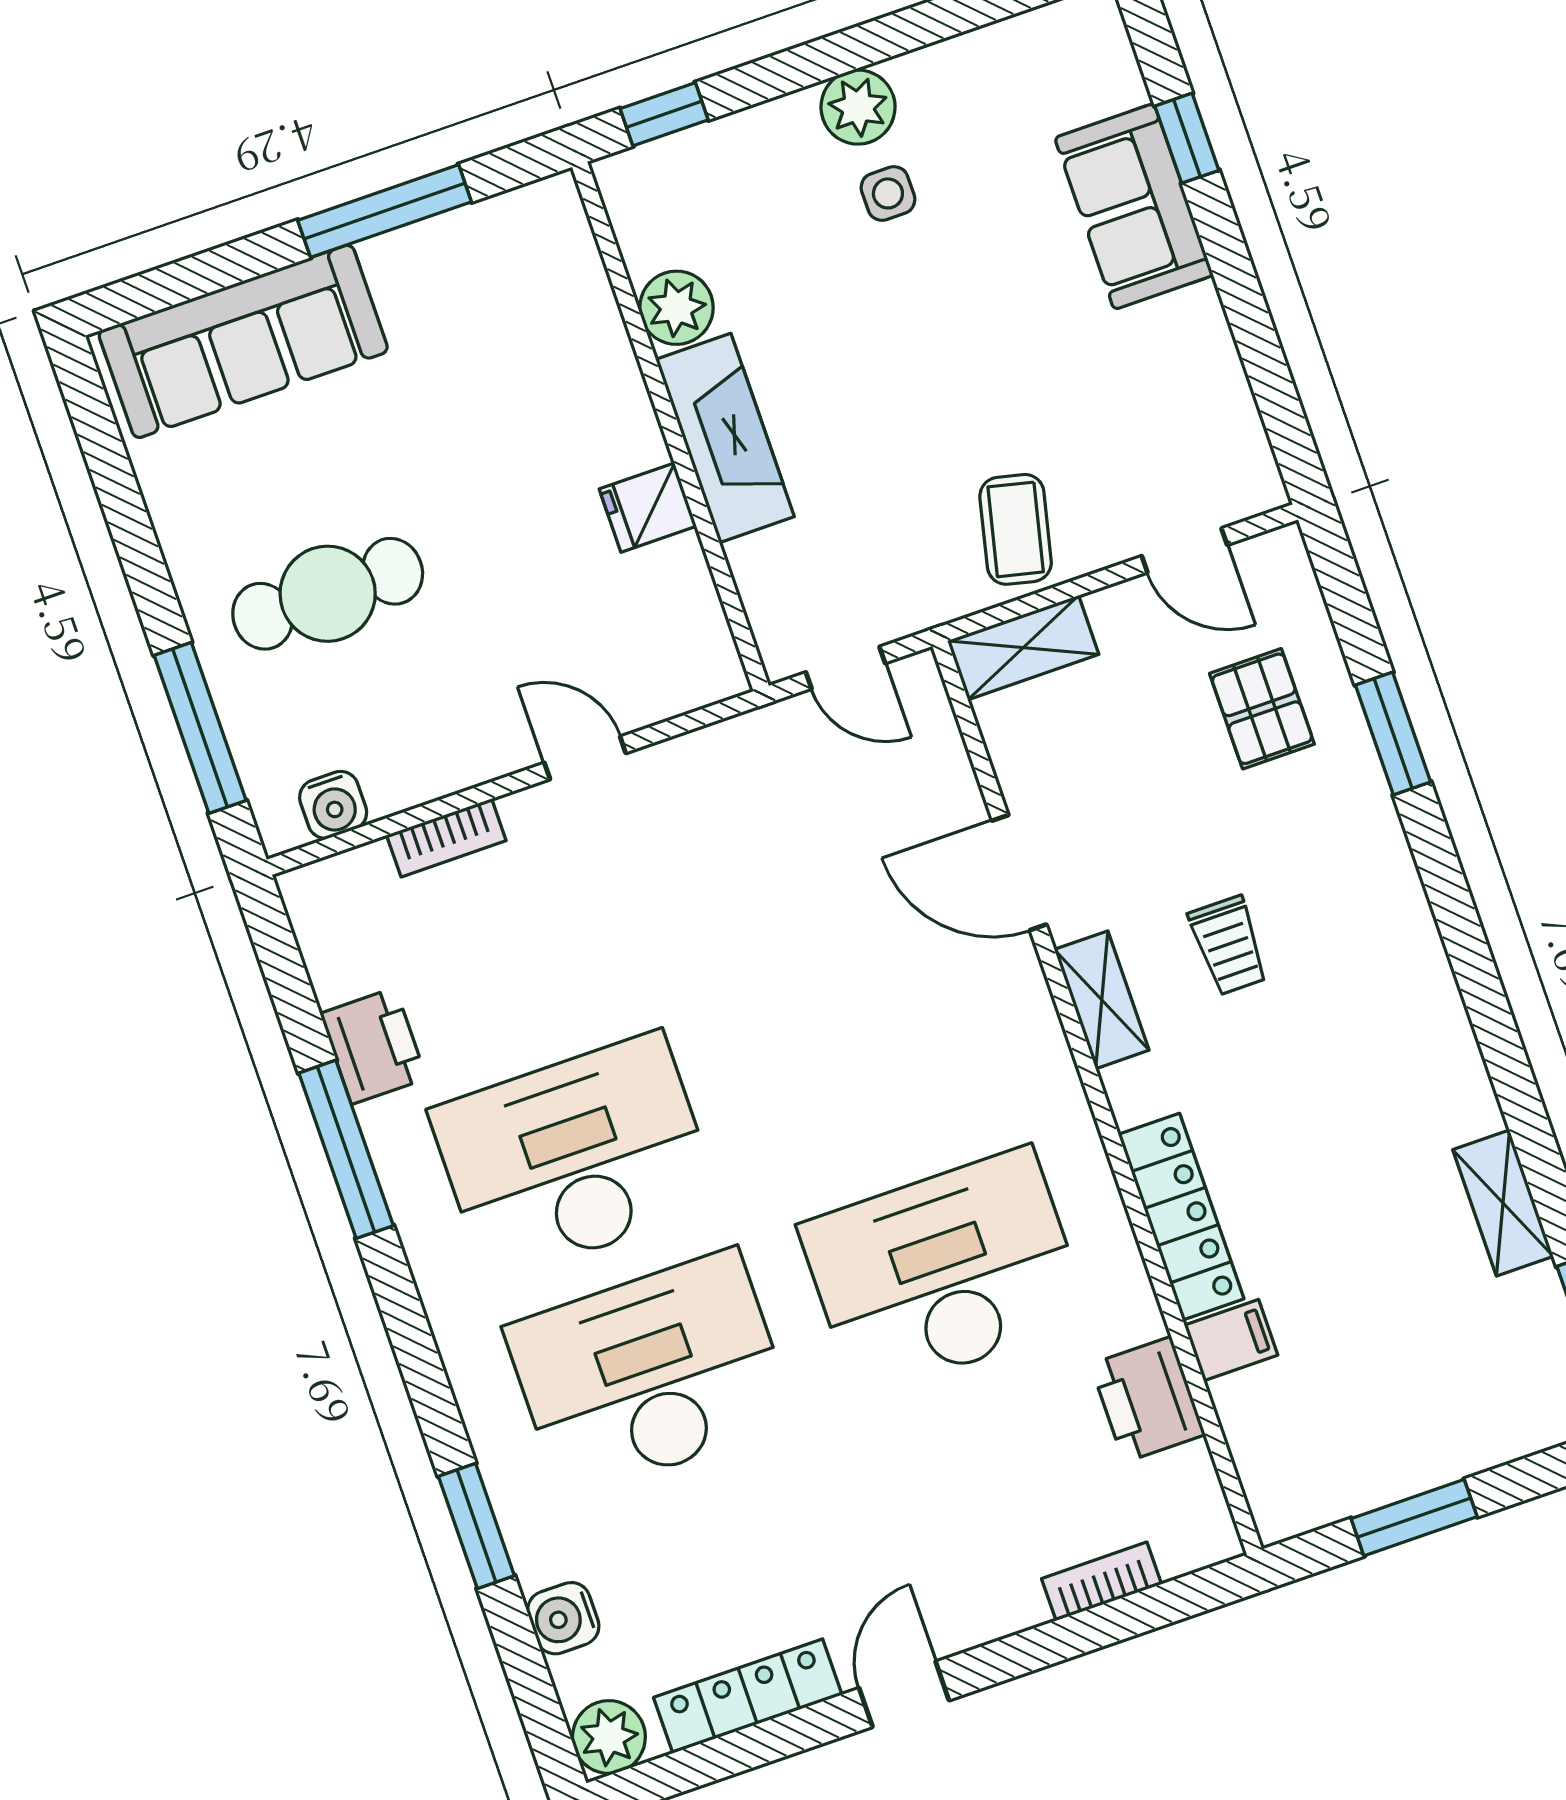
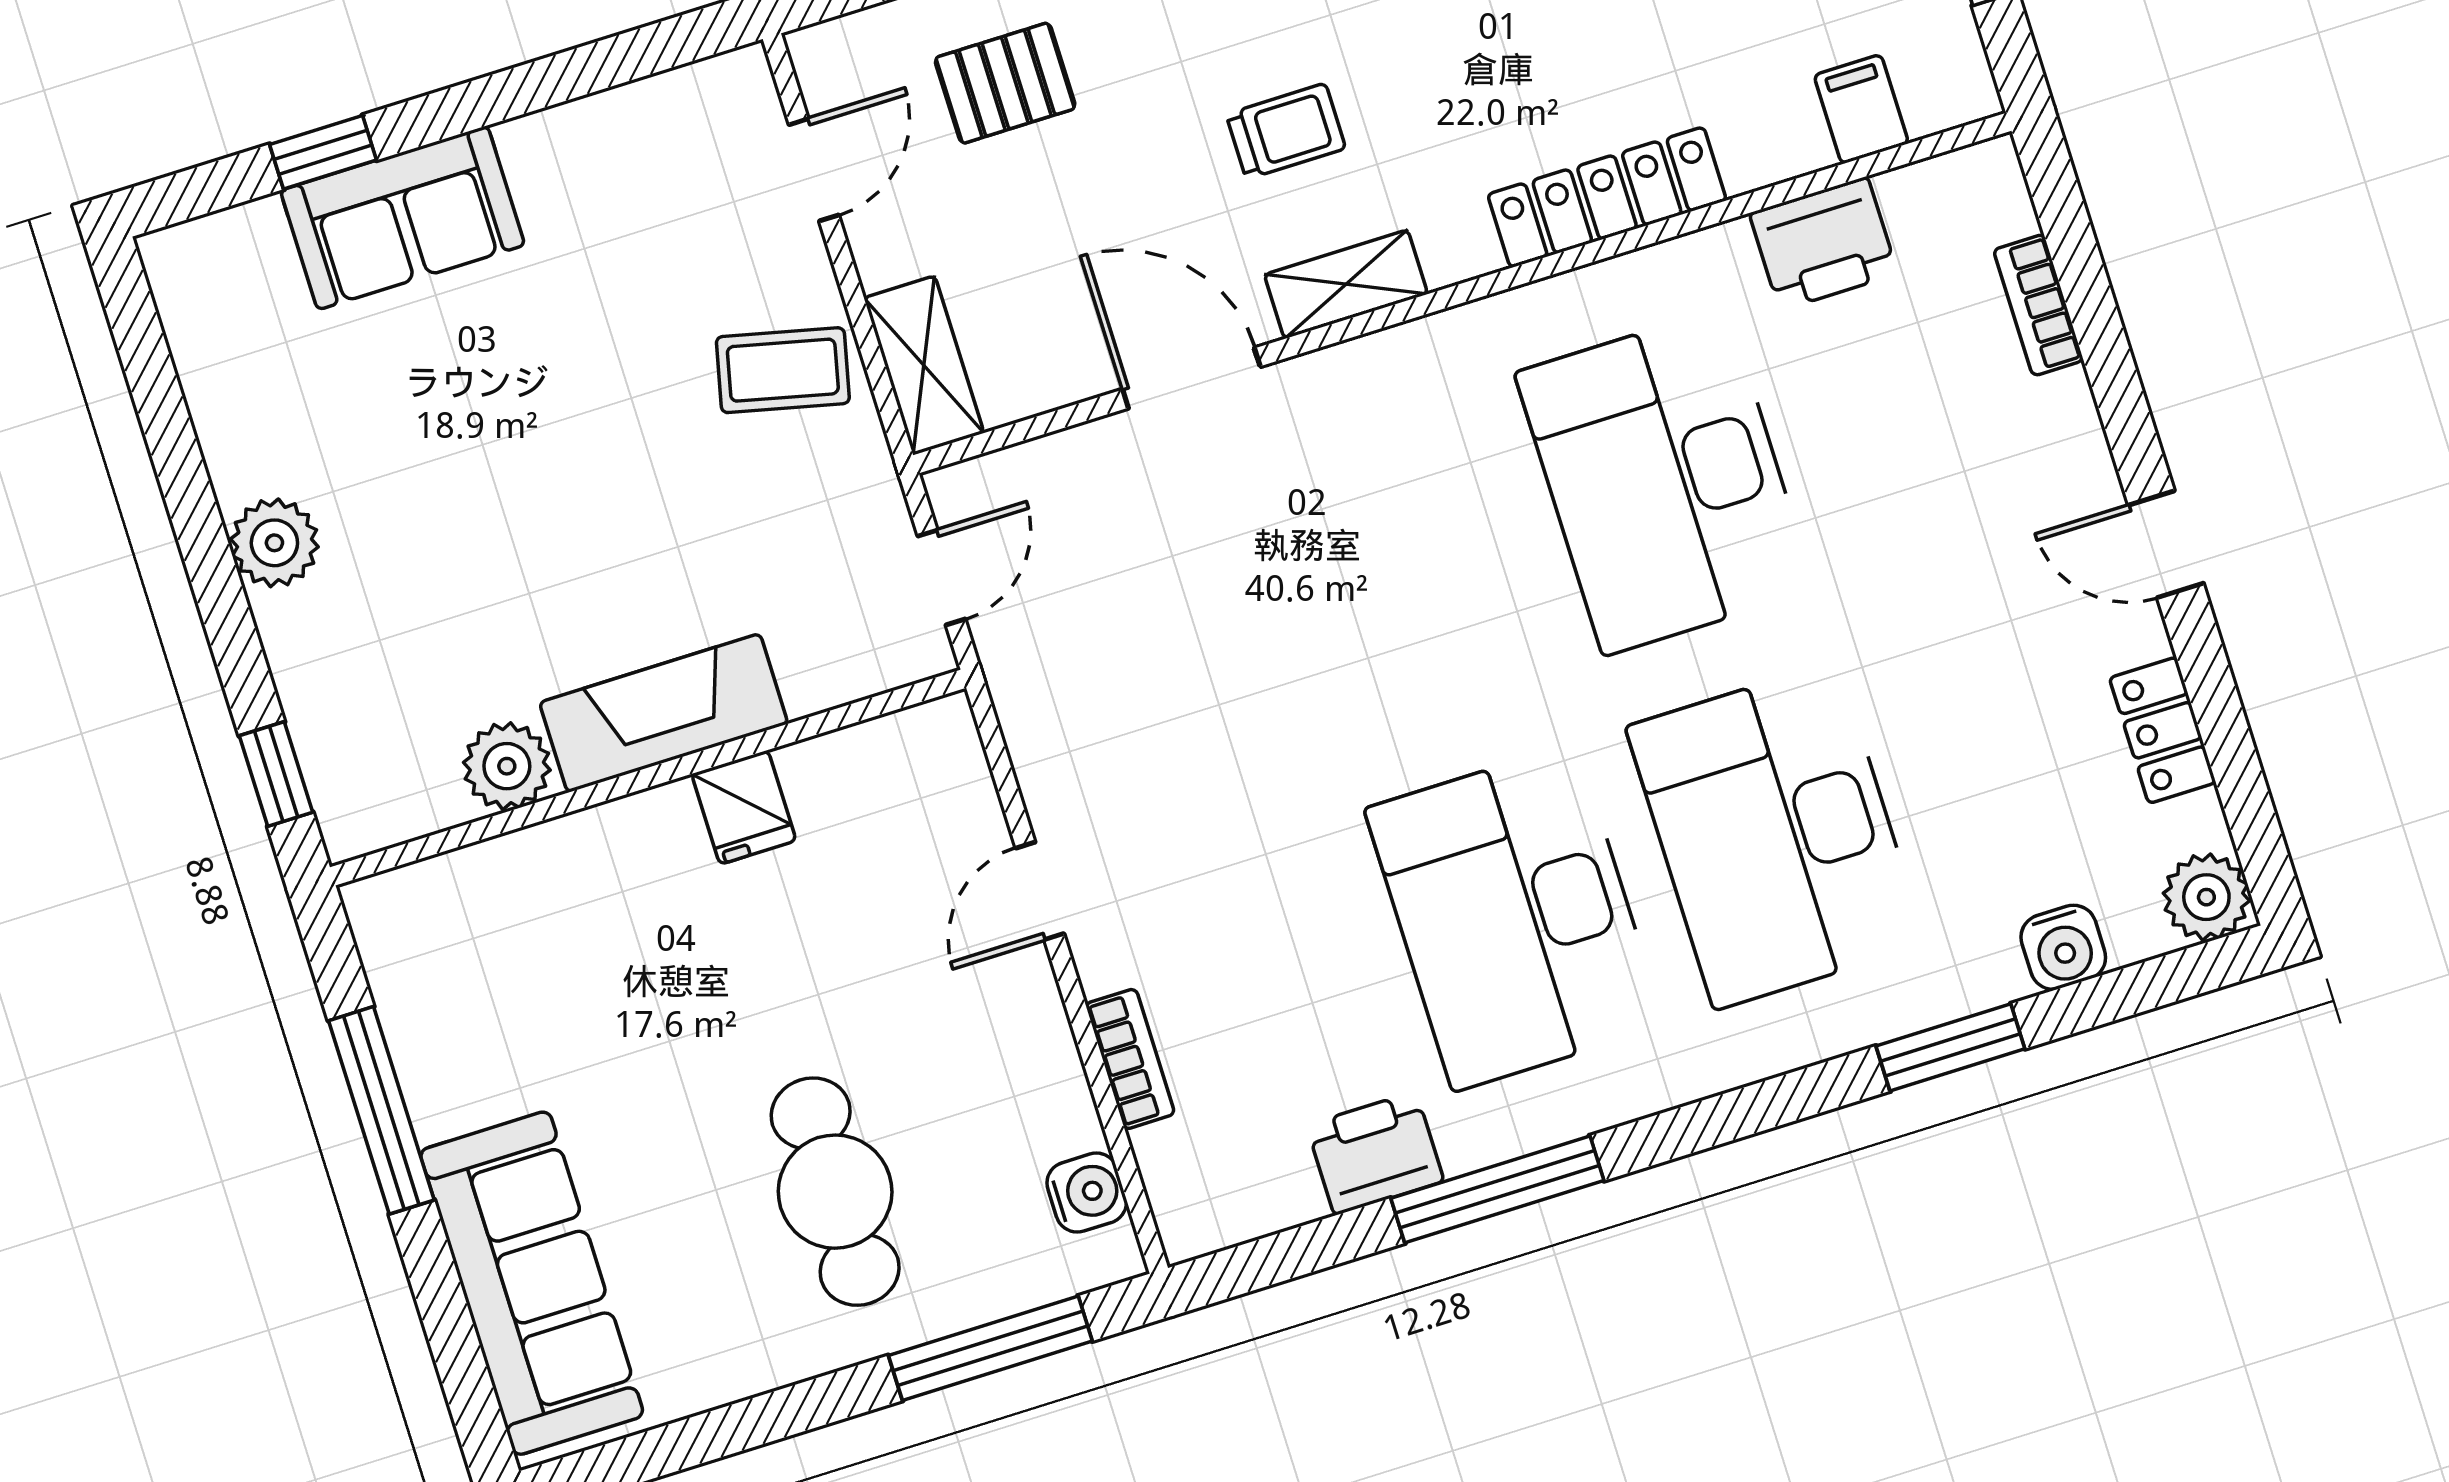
side table: (888, 193) -> (378, 510), removed
door: (1019, 873) -> (1192, 378), swing flipped
filing cabinet: (1231, 1340) -> (1861, 109), moved
locker: (748, 1696) -> (2163, 730), width x0.66

